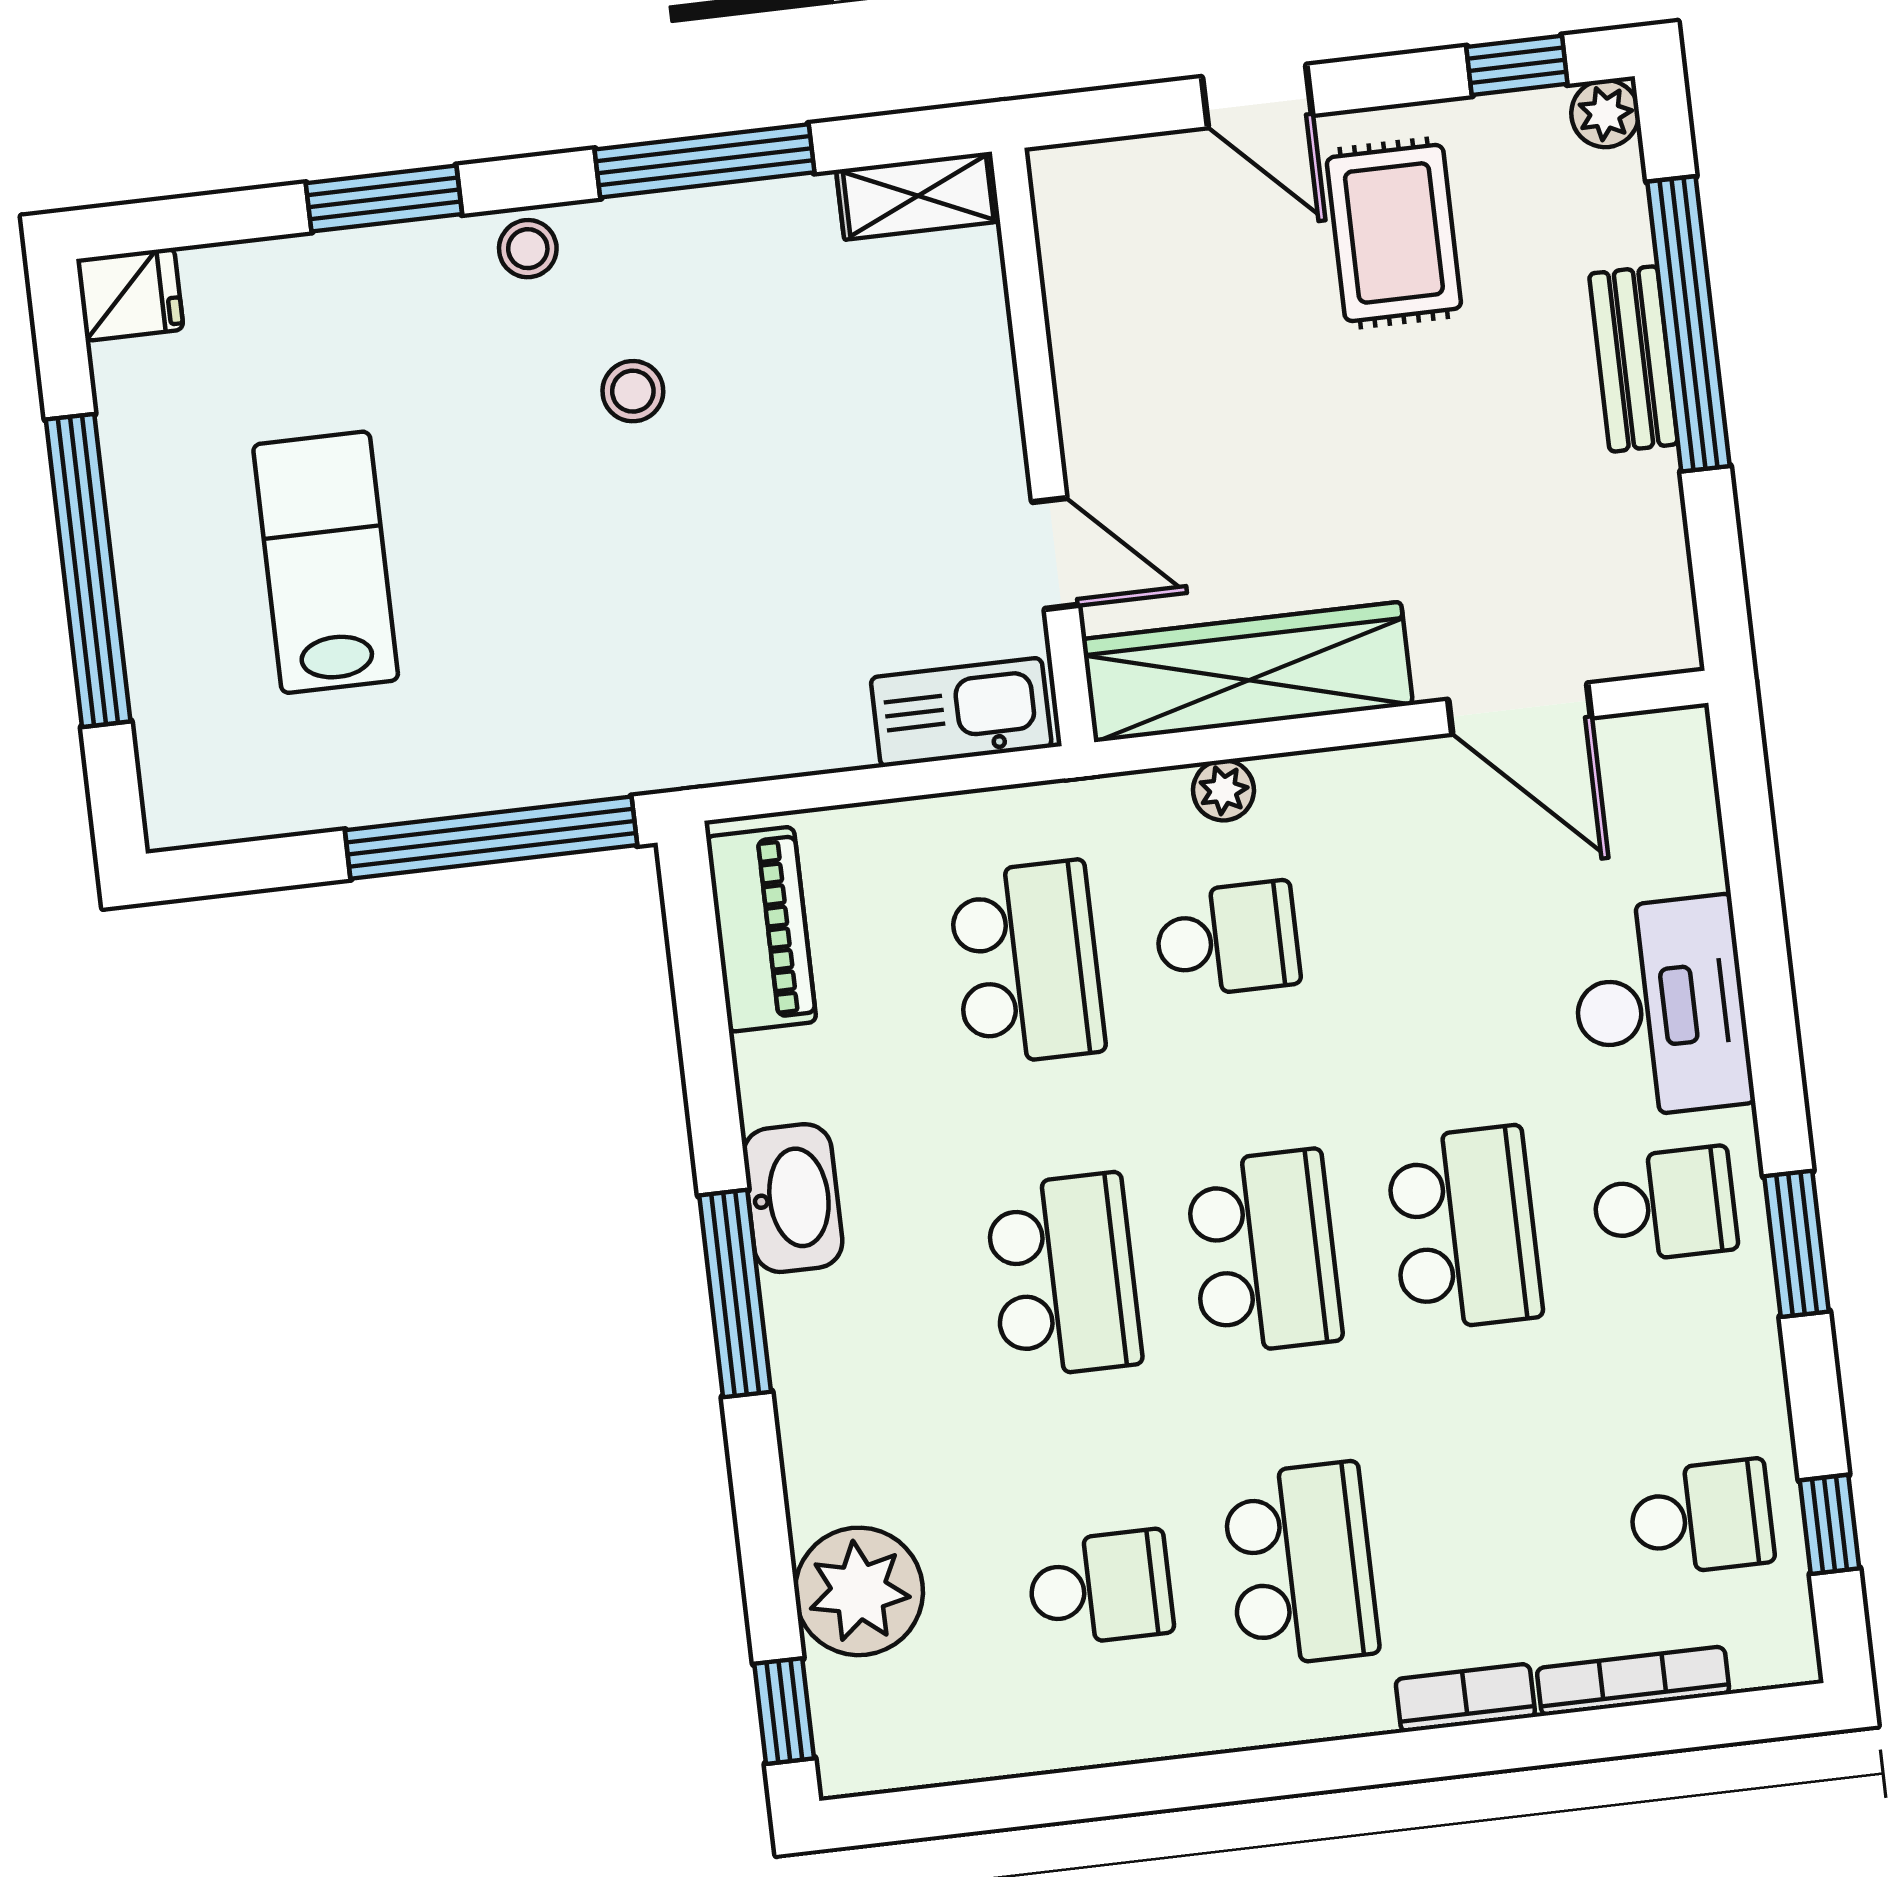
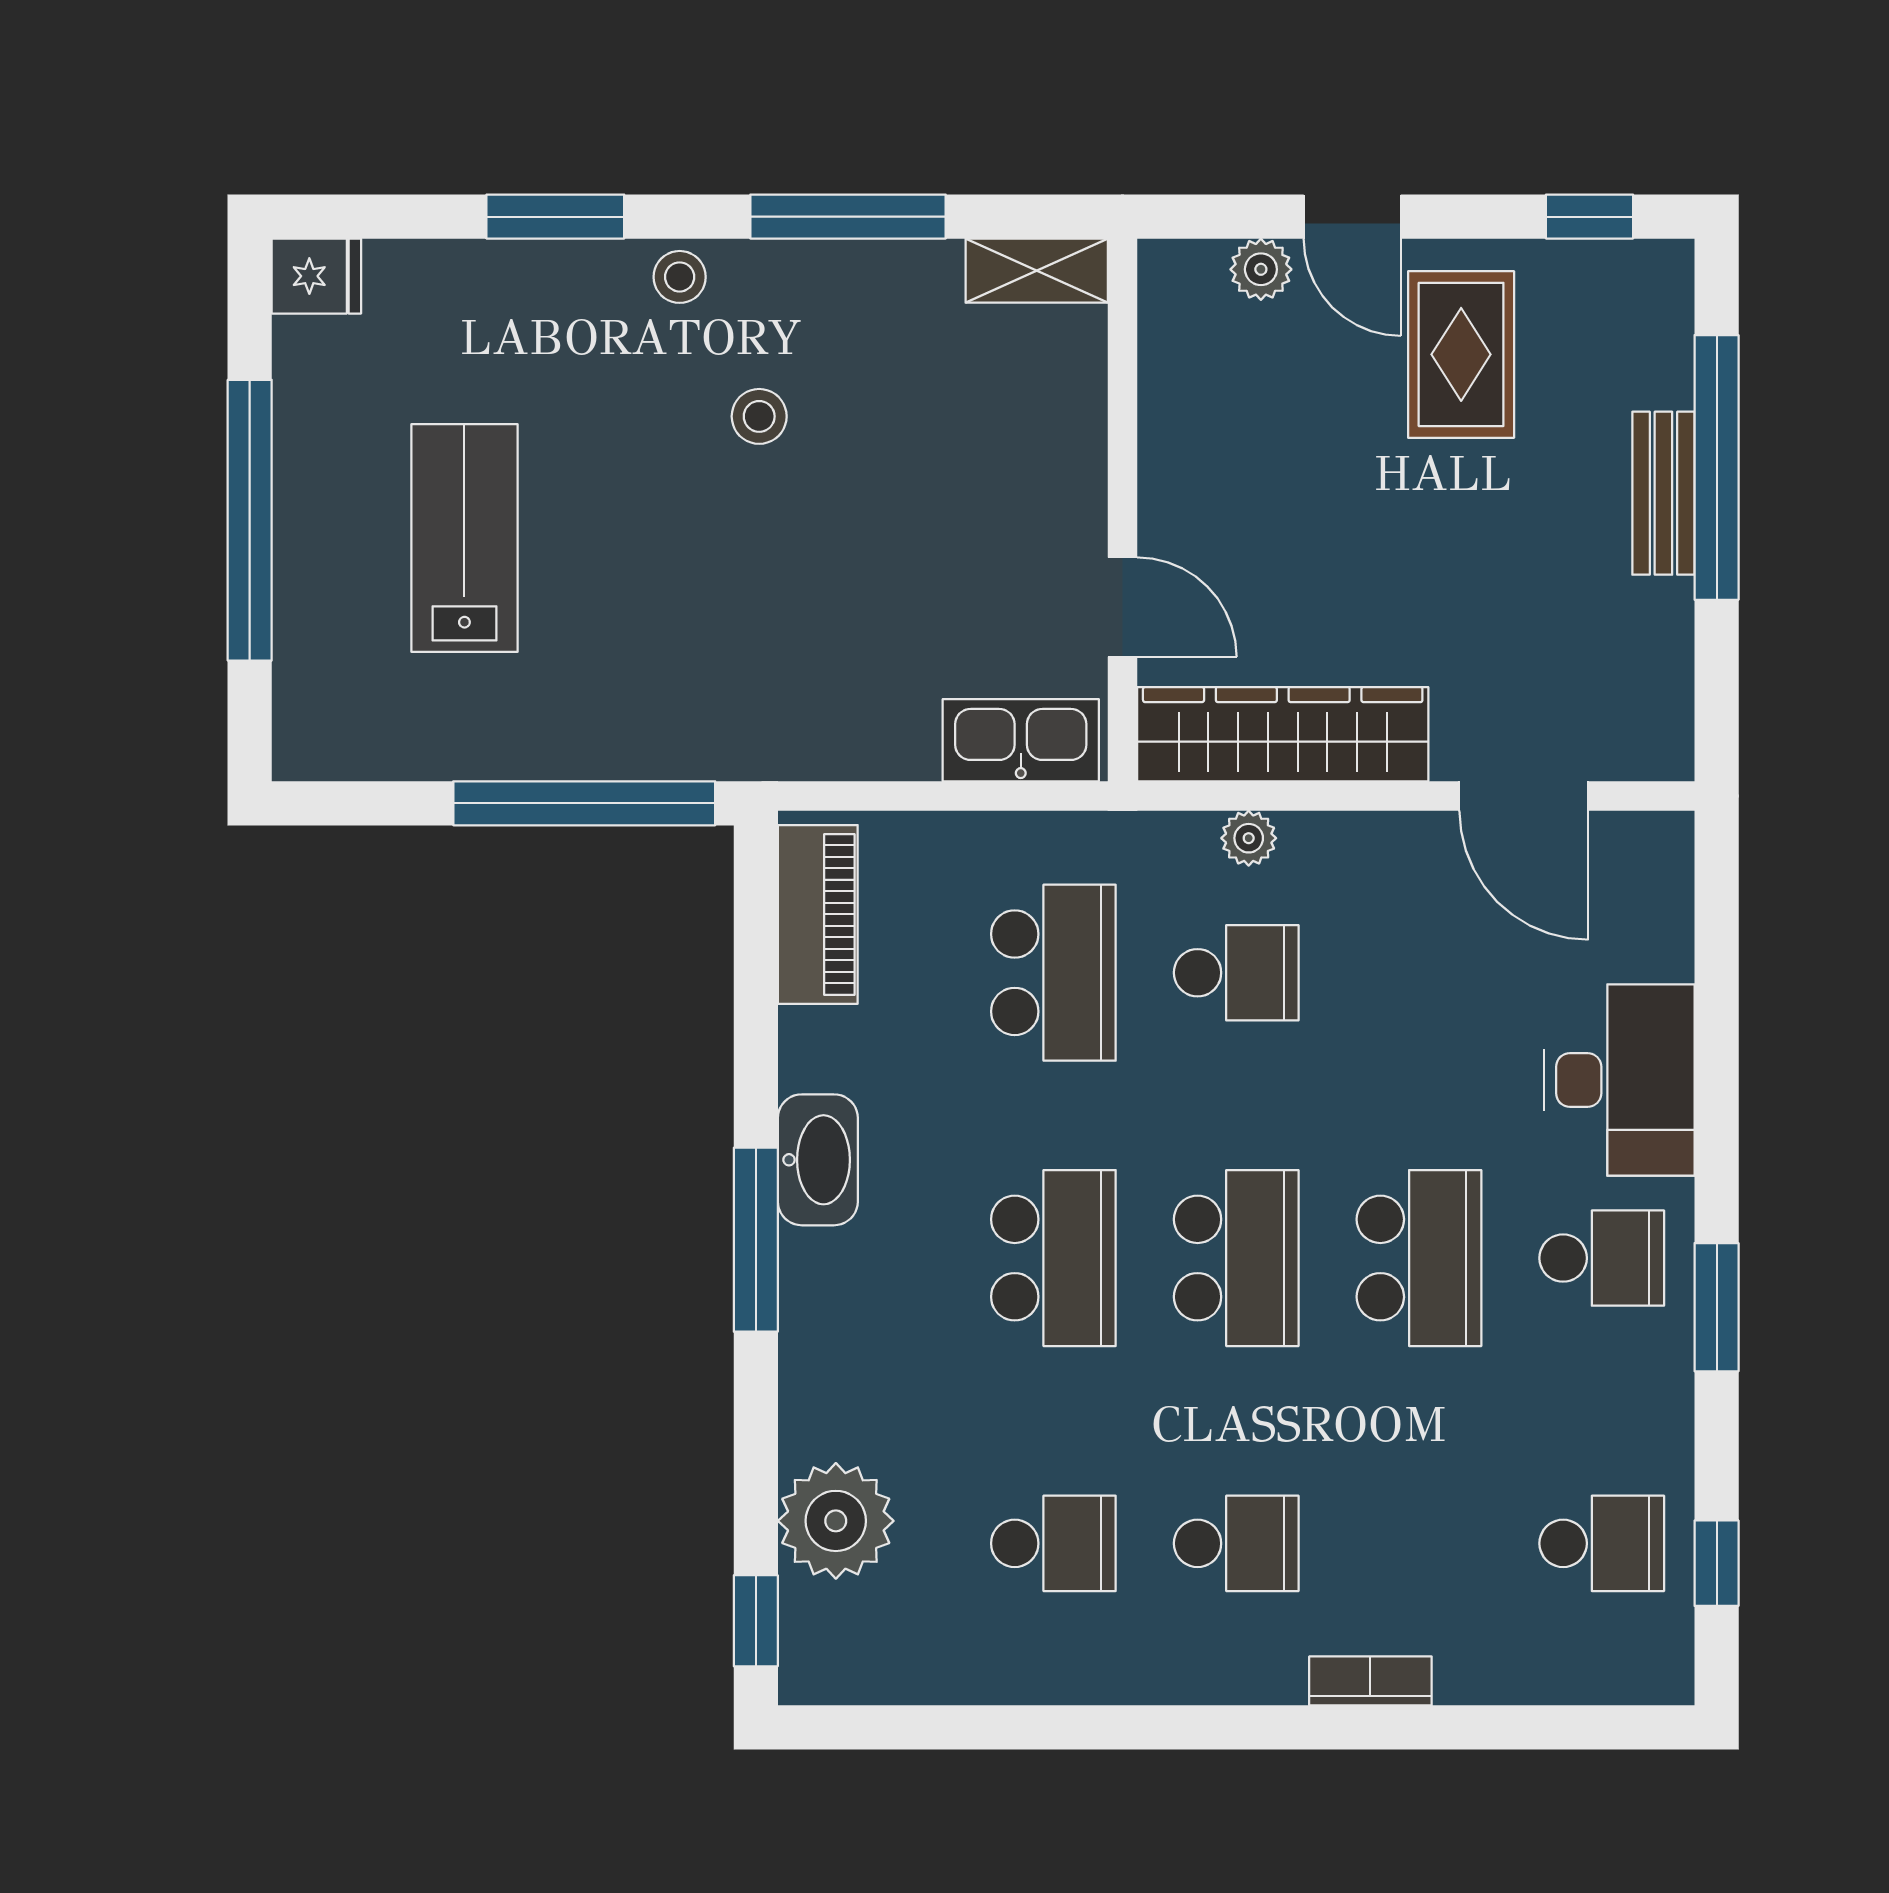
plant: (1605, 114) -> (1261, 269), moved
school desk: (1301, 1564) -> (1236, 1543), width x0.54
bookcase: (1633, 1681) -> (1523, 1684), removed

